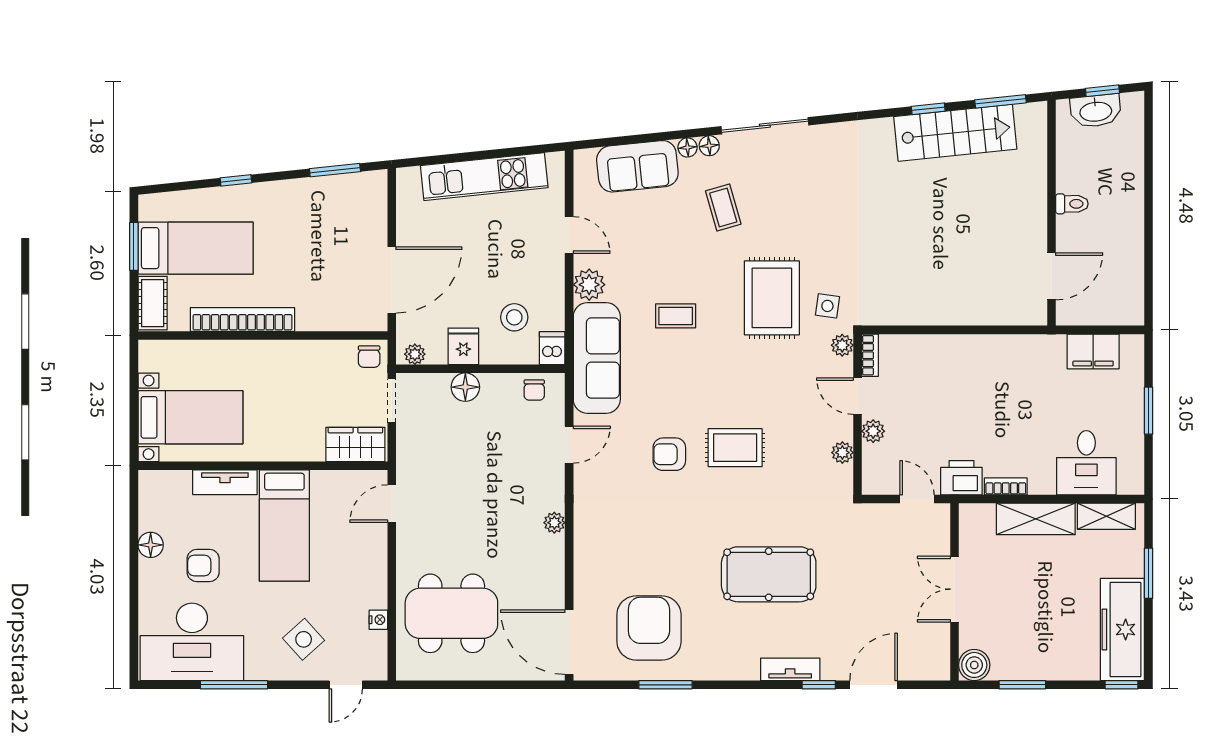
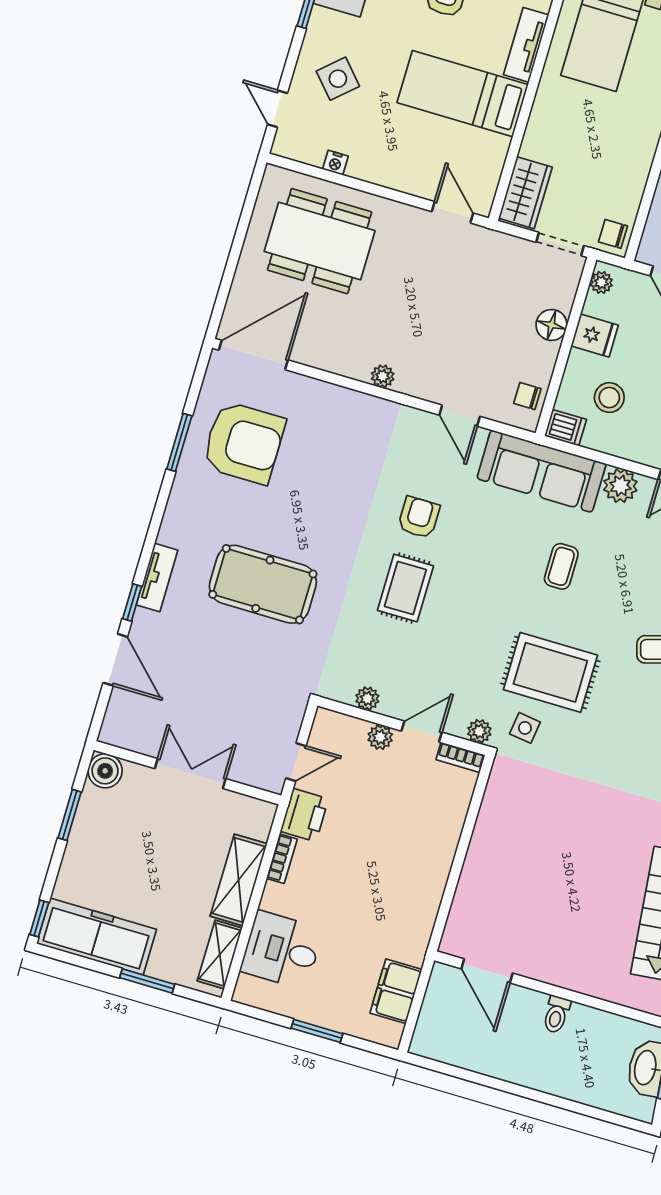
pool table: (769, 574) -> (263, 584), turned 90
dining table: (451, 613) -> (320, 241), turned 90

